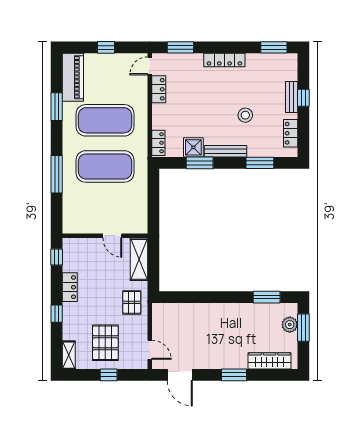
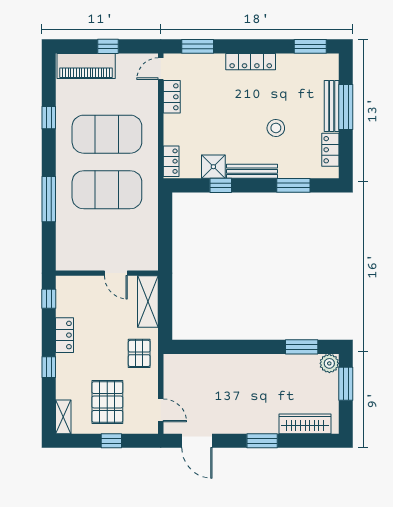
piano: (73, 77) -> (86, 66), moved, turned 90
bench: (292, 97) -> (332, 106), width x1.36
window: (303, 98) -> (346, 107), width x2.17
window: (57, 107) -> (49, 118), width x0.67
window: (200, 163) -> (221, 185), width x0.67
plant: (290, 325) -> (329, 363), moved

